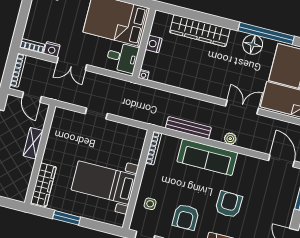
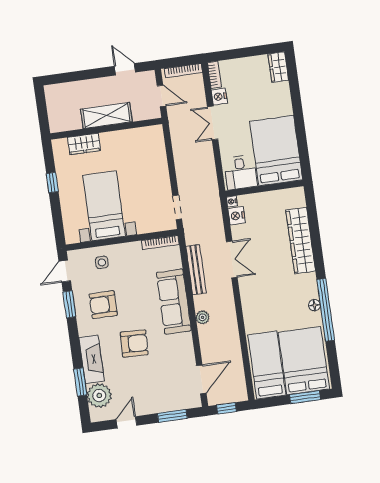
nightstand: (154, 44) -> (237, 216), moved, turned -90
floor lamp: (253, 45) -> (314, 305), width x0.53, depth x0.53
door: (32, 97) -> (162, 96), swing flipped
double door: (242, 107) -> (232, 259), moved
doorway: (96, 114) -> (177, 207), moved
shelving: (33, 143) -> (106, 116), width x1.50, depth x1.33
wardrobe: (43, 185) -> (84, 144), width x0.67
window: (67, 218) -> (52, 183), width x0.67

